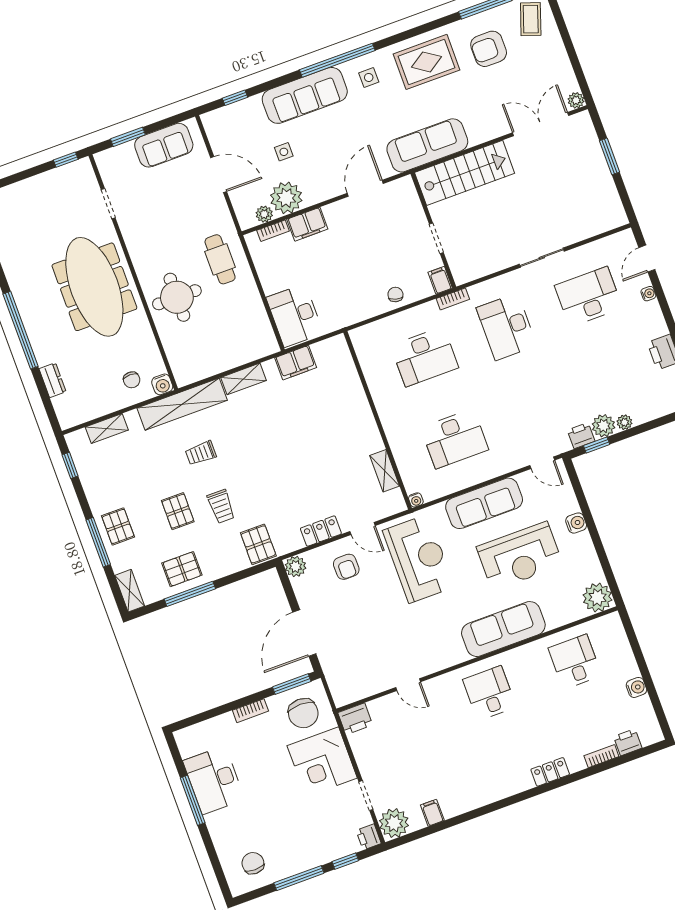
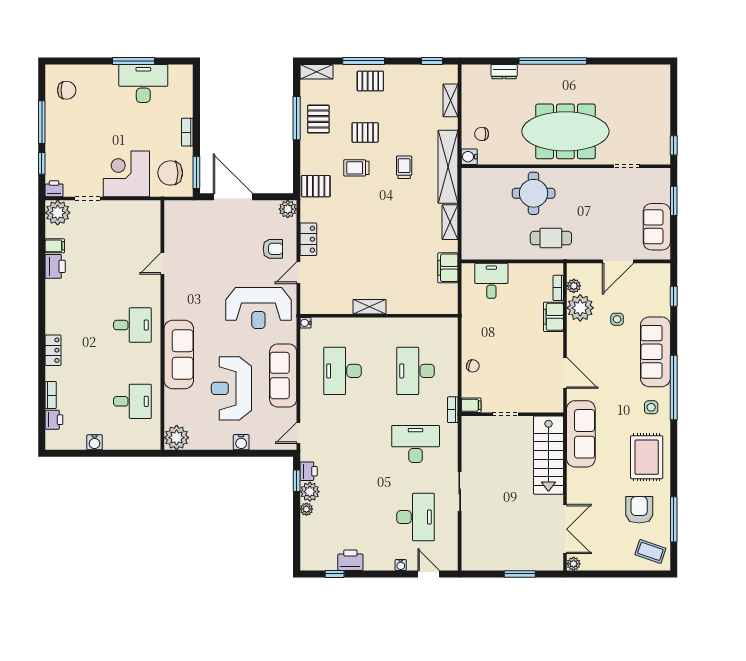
desk: (295, 315) -> (491, 281), width x0.73
shelving: (385, 471) -> (369, 307), moved
armchair: (346, 567) -> (273, 249), turned 180
printer: (355, 719) -> (55, 266), moved, turned 180

